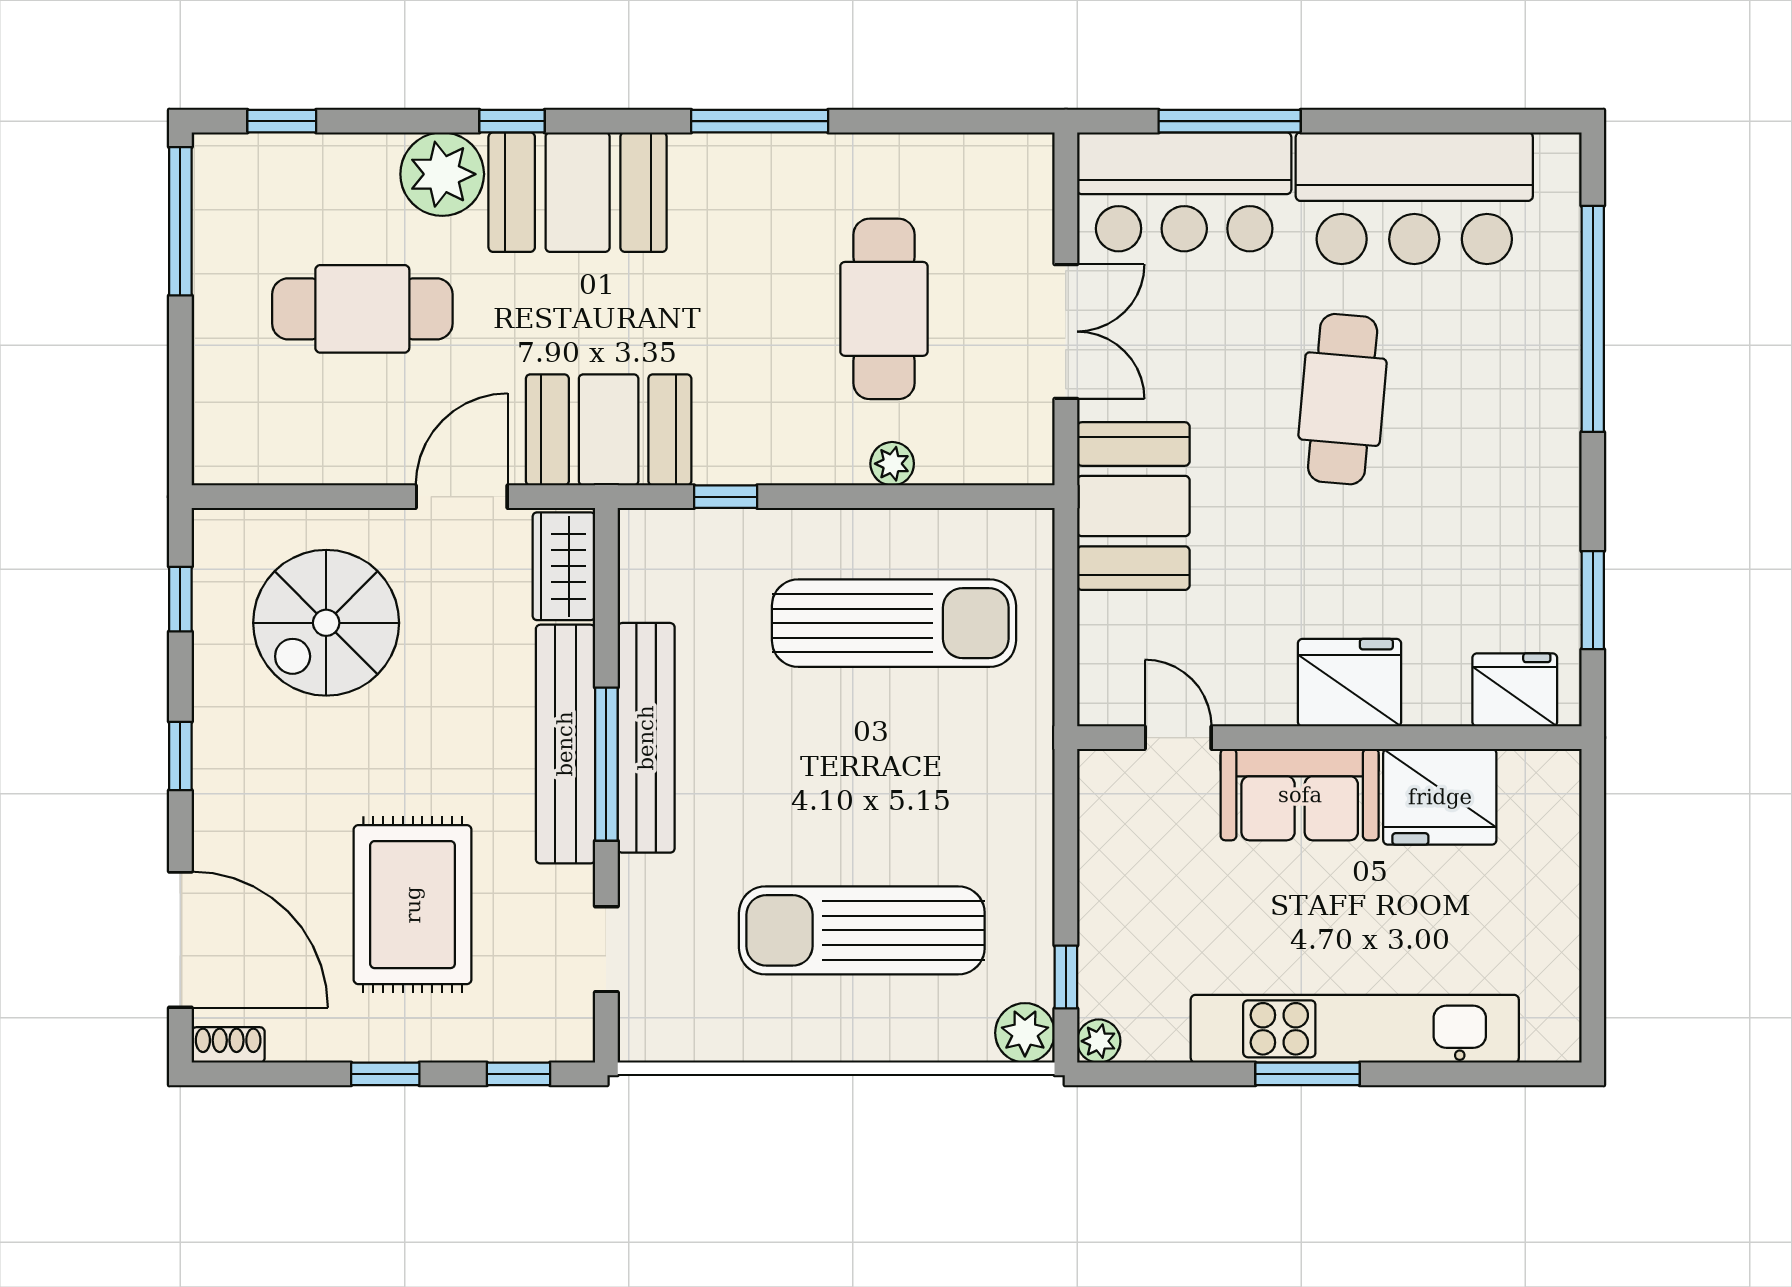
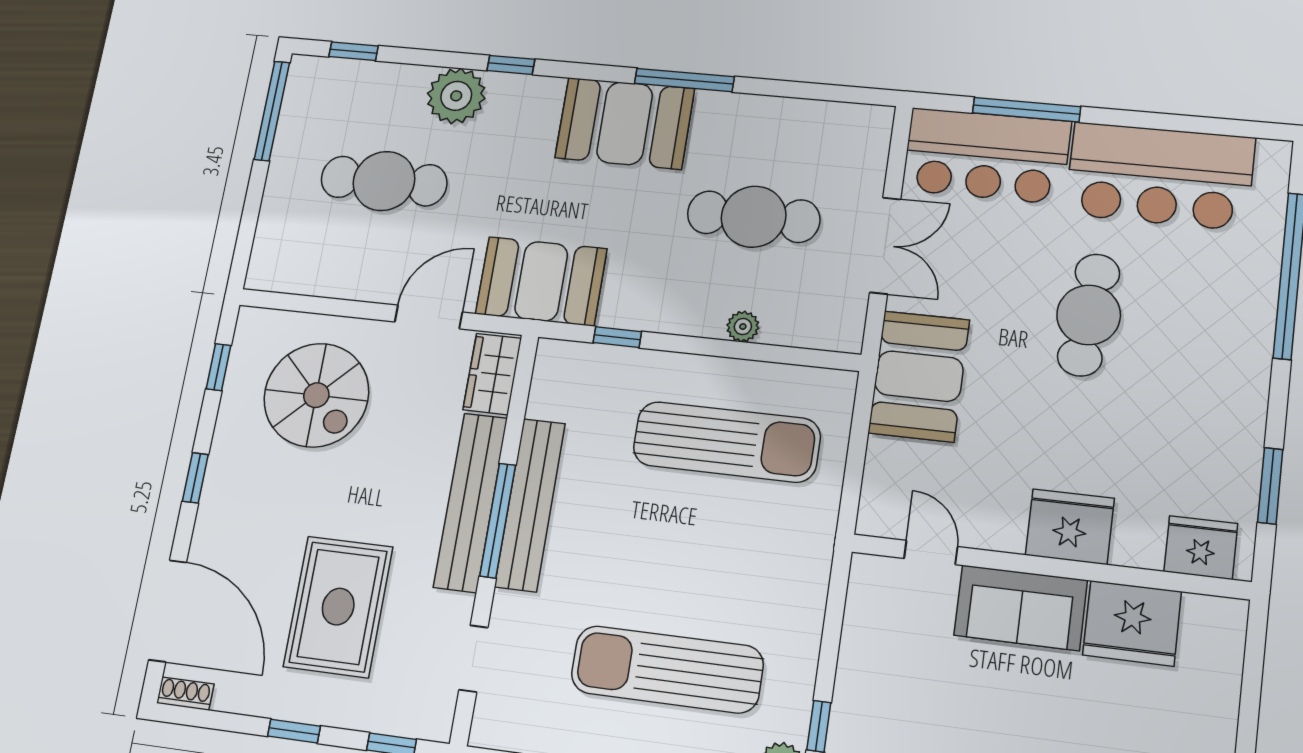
booth: (578, 192) -> (625, 123), moved
cafe table: (884, 309) -> (754, 217), turned 90
spiral stairs: (326, 623) -> (316, 395), turned -90

